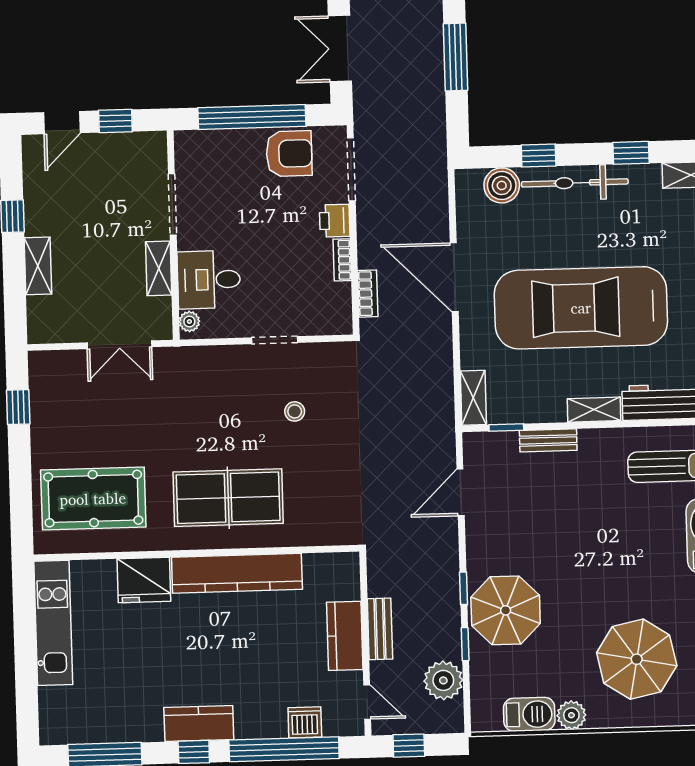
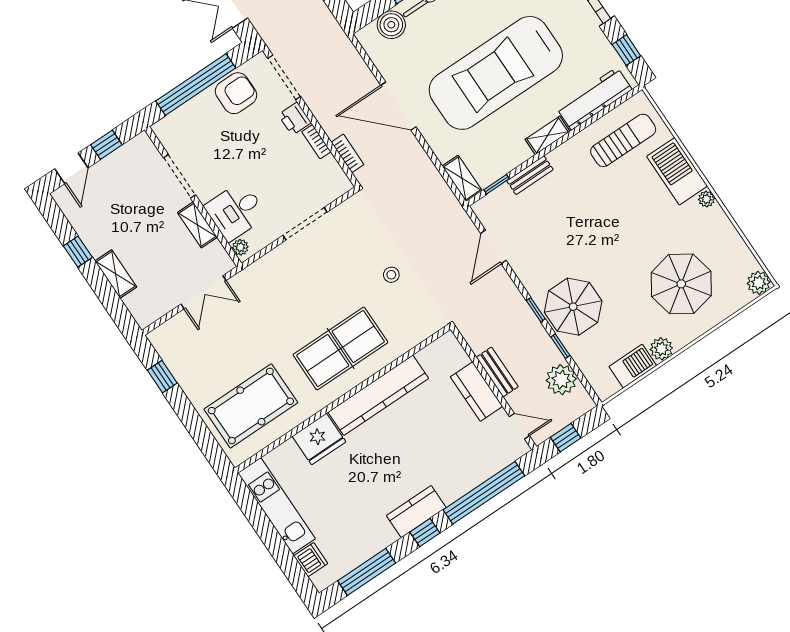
doorway: (275, 340) -> (305, 224), width x1.38
stool: (295, 411) -> (391, 275), moved
dishwasher: (305, 722) -> (311, 560), moved, turned 90

